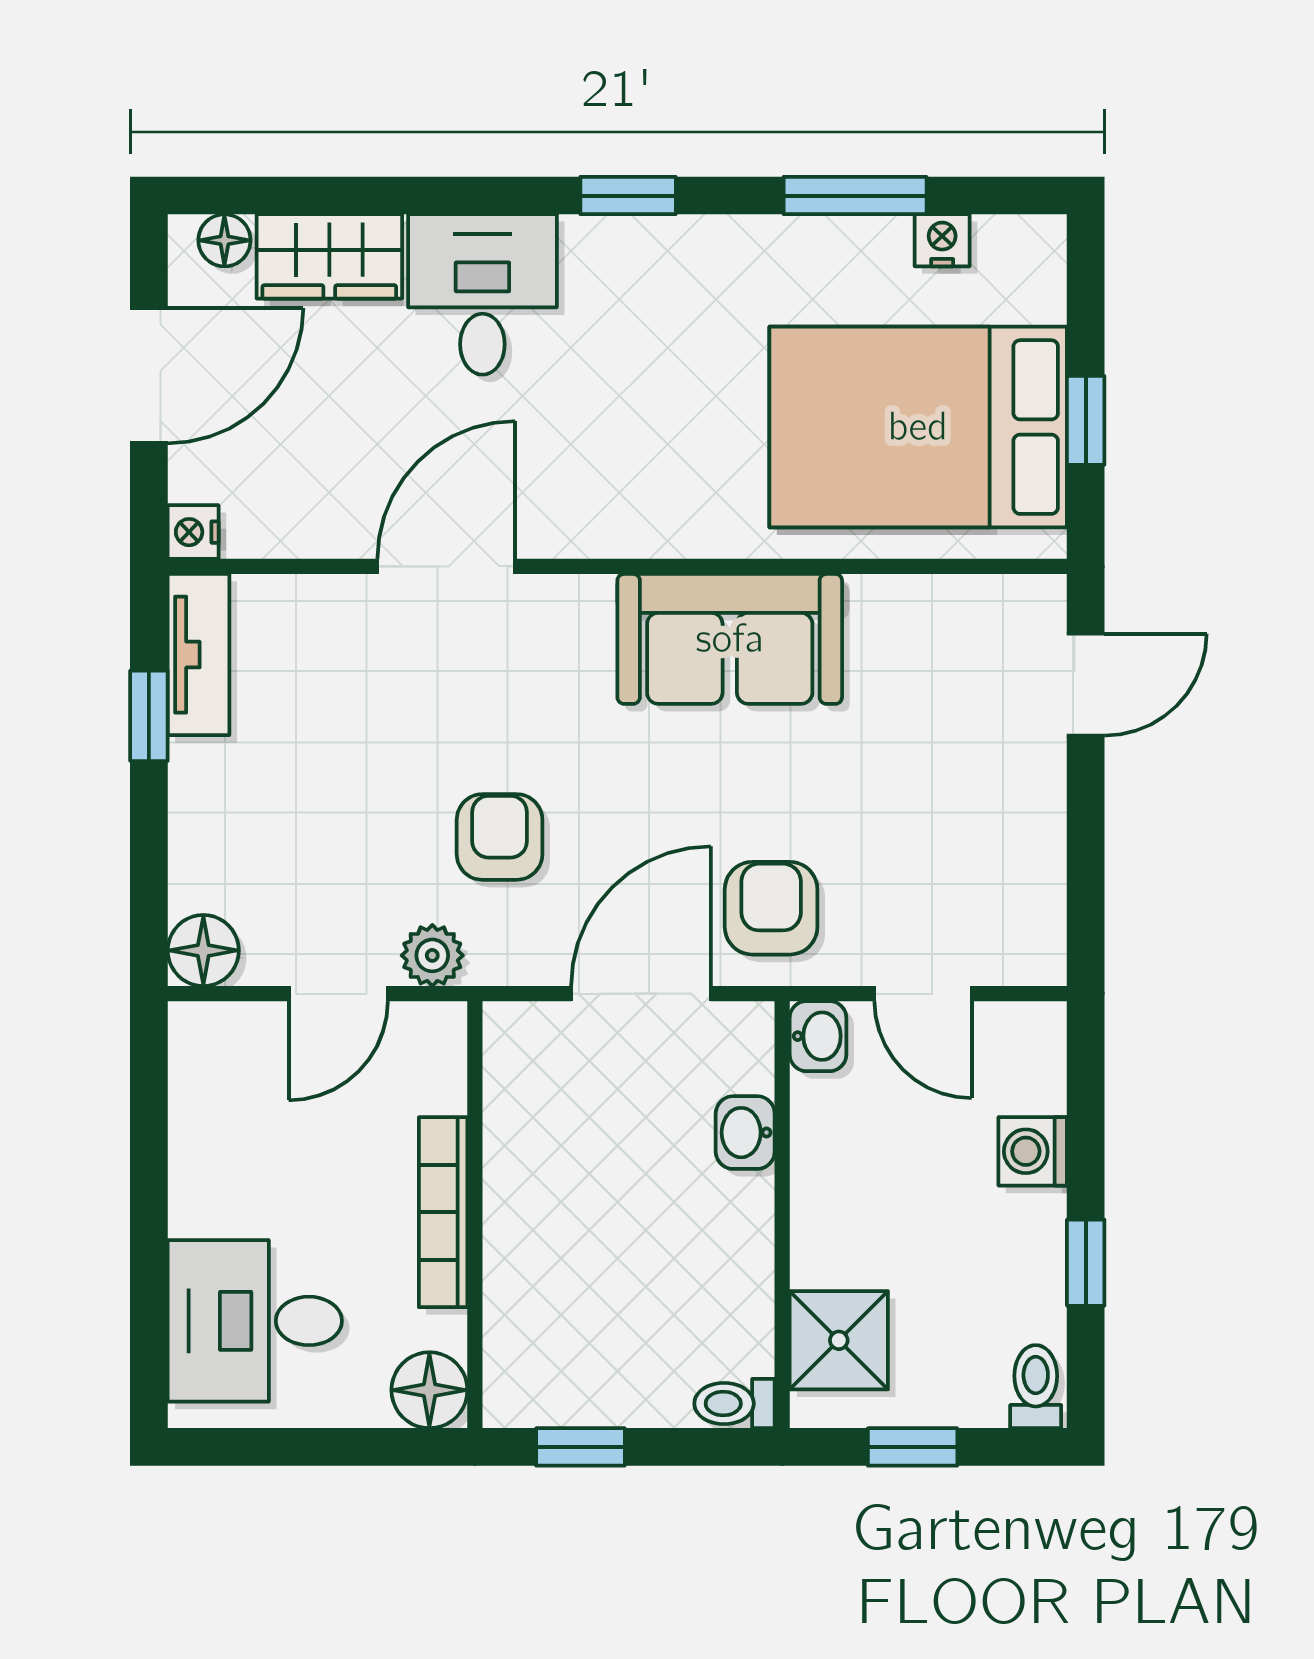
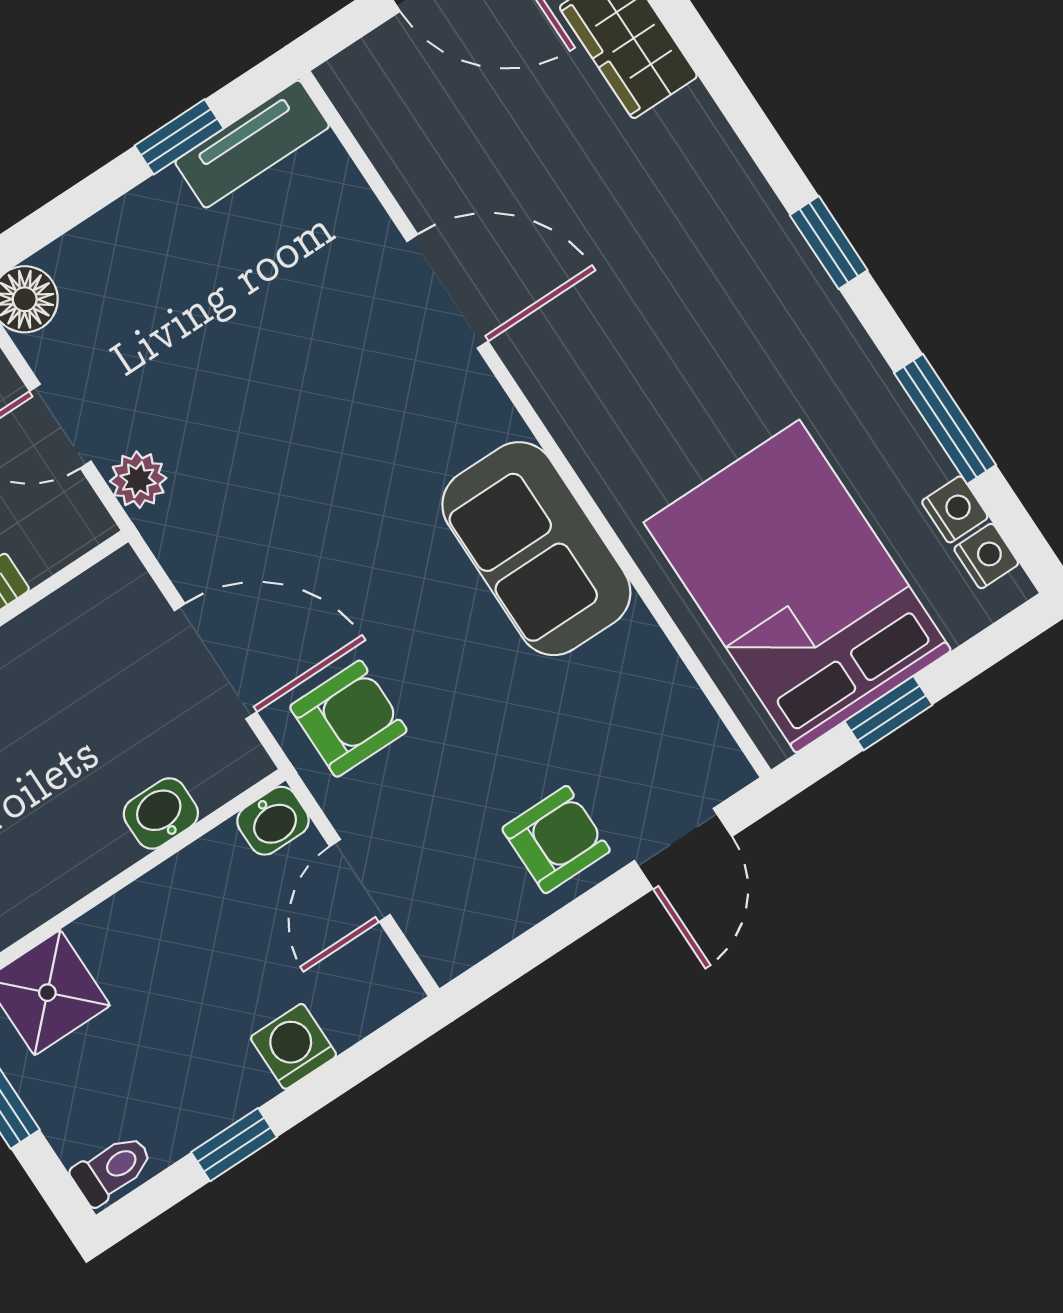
desk: (482, 294) -> (677, 180), removed
nightstand: (193, 532) -> (986, 556), moved, turned 90
door: (1086, 685) -> (683, 849), hinge flipped
armchair: (500, 837) -> (556, 840), moved

